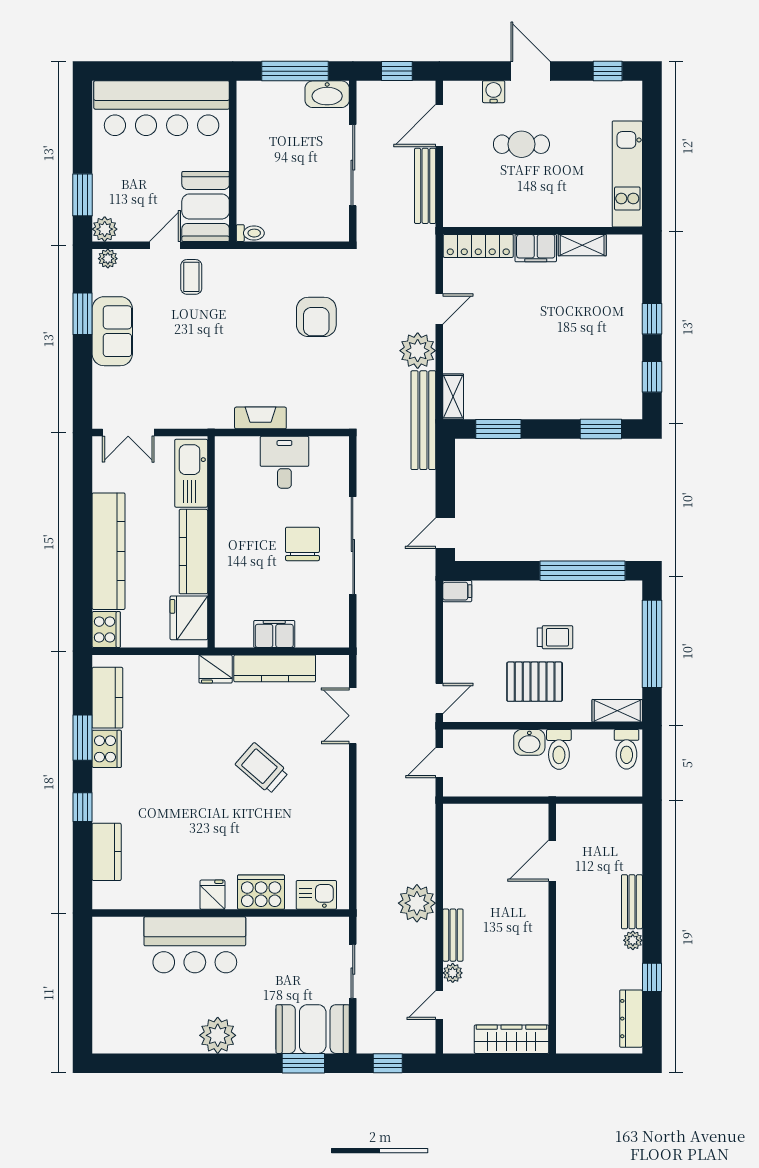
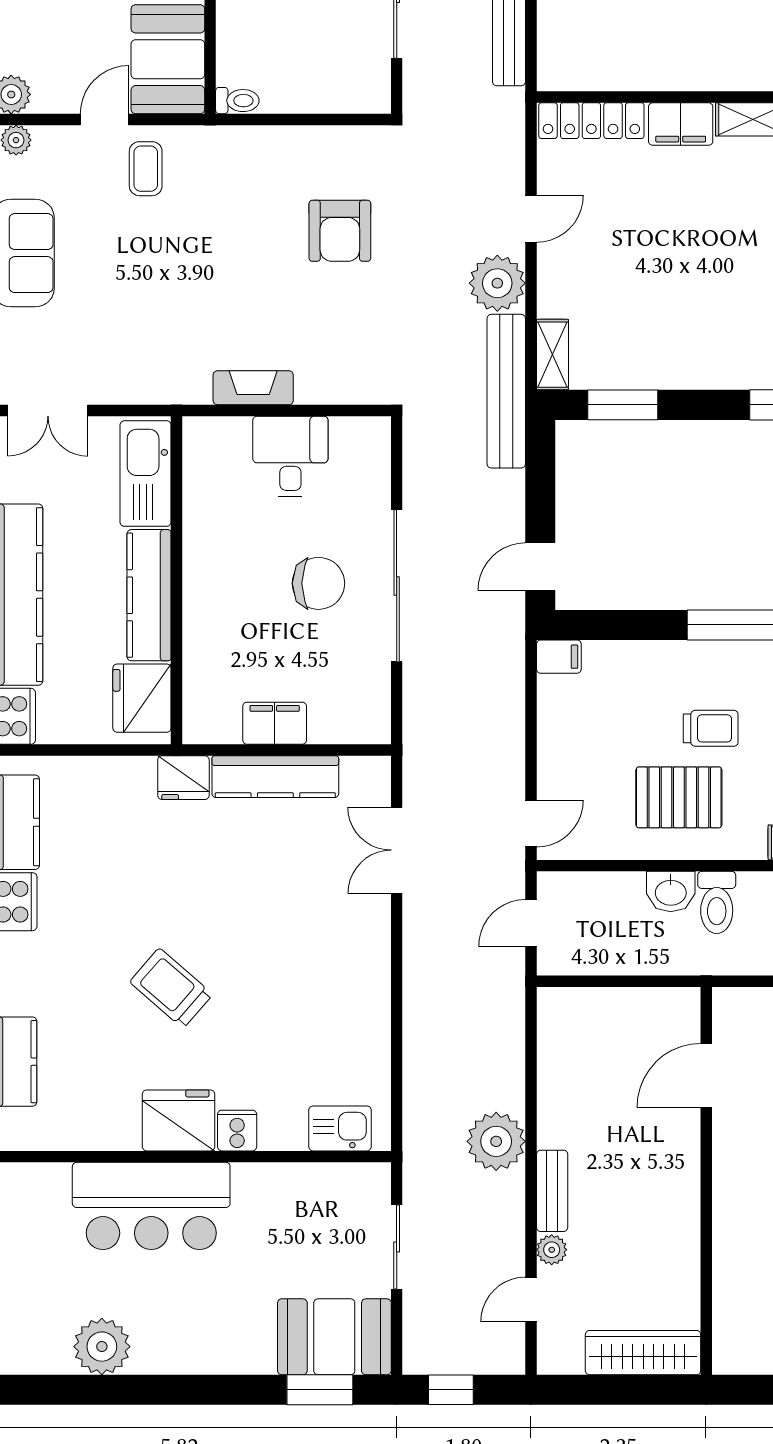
chair: (302, 544) -> (318, 583), turned 90
trolley: (262, 768) -> (171, 988), moved
cooker: (261, 892) -> (237, 1131), width x0.53, depth x0.76
fridge: (212, 895) -> (179, 1120), width x1.88, depth x1.34
plant: (218, 1035) -> (102, 1347), moved

